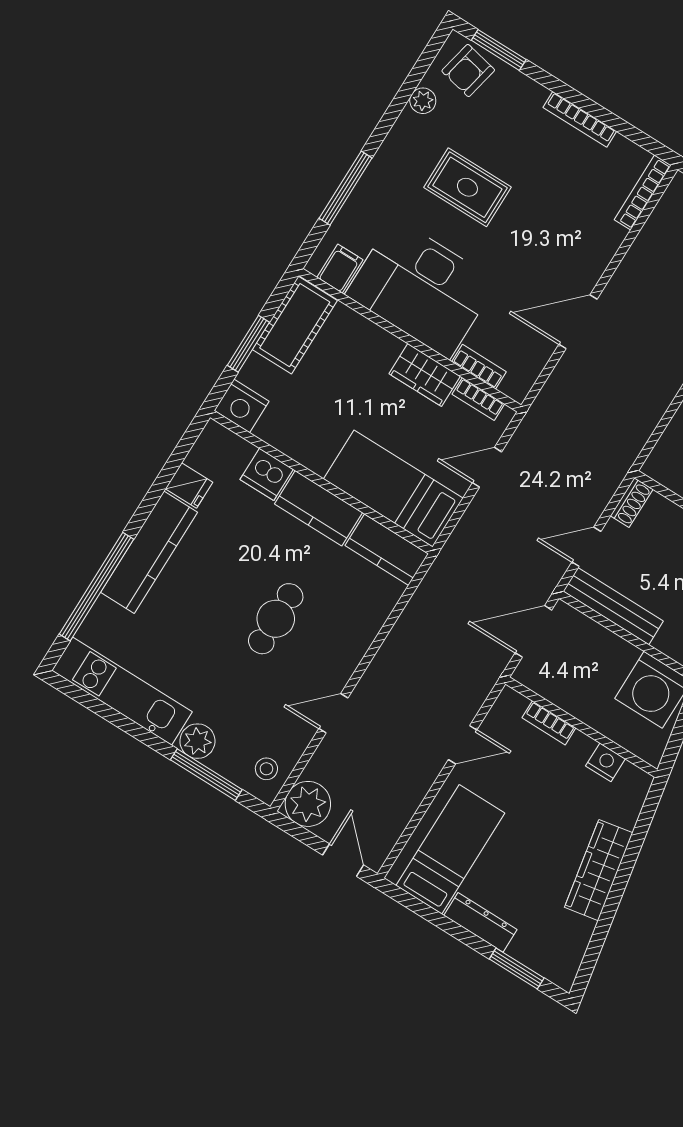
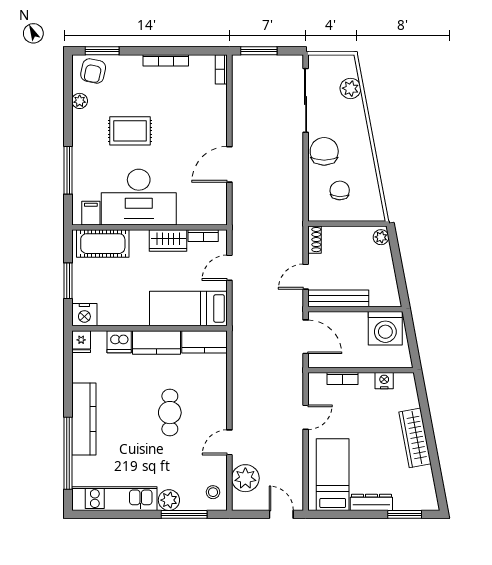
bookcase: (643, 193) -> (221, 69), width x0.64
cot: (295, 325) -> (103, 244), moved, turned 90
bookcase: (479, 367) -> (193, 219), removed
fridge: (189, 485) -> (81, 342), moved, turned 90
door: (533, 631) -> (306, 337), swing flipped
plant: (308, 804) -> (245, 478), moved

